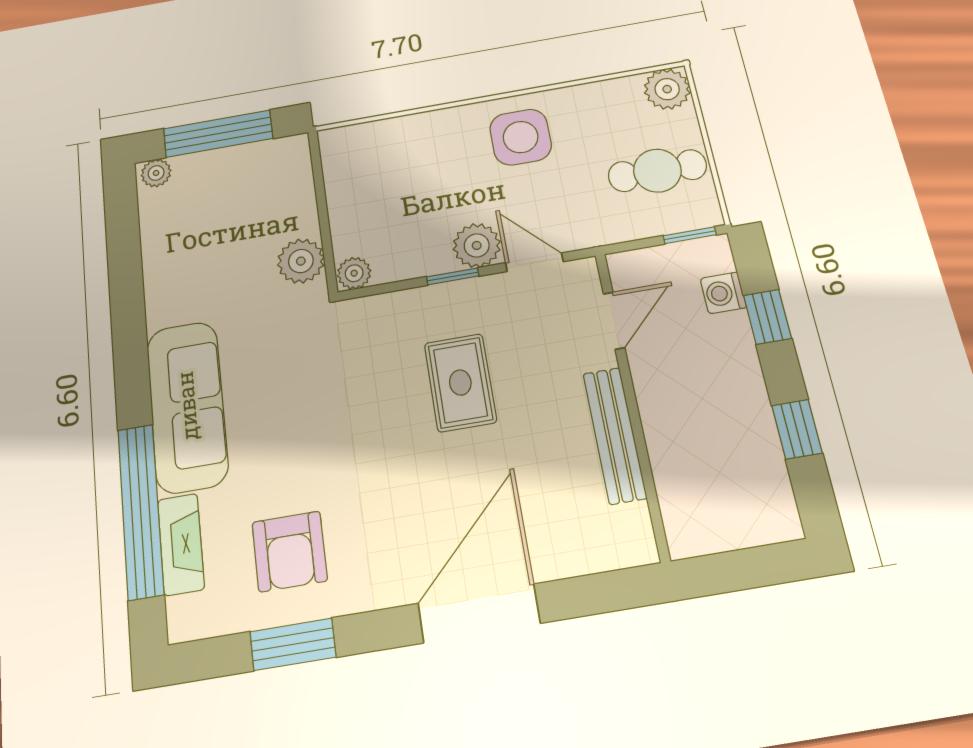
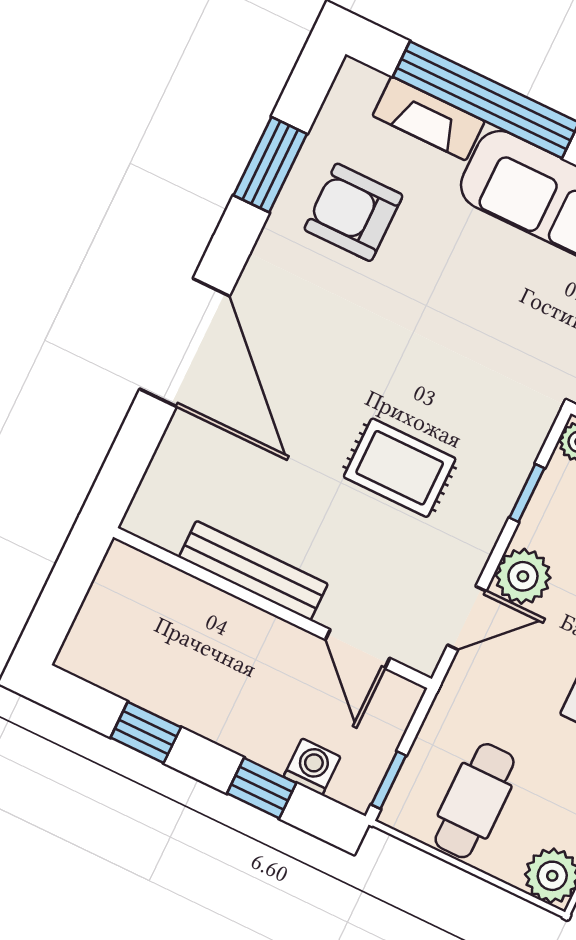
window: (453, 276) -> (527, 493), moved

